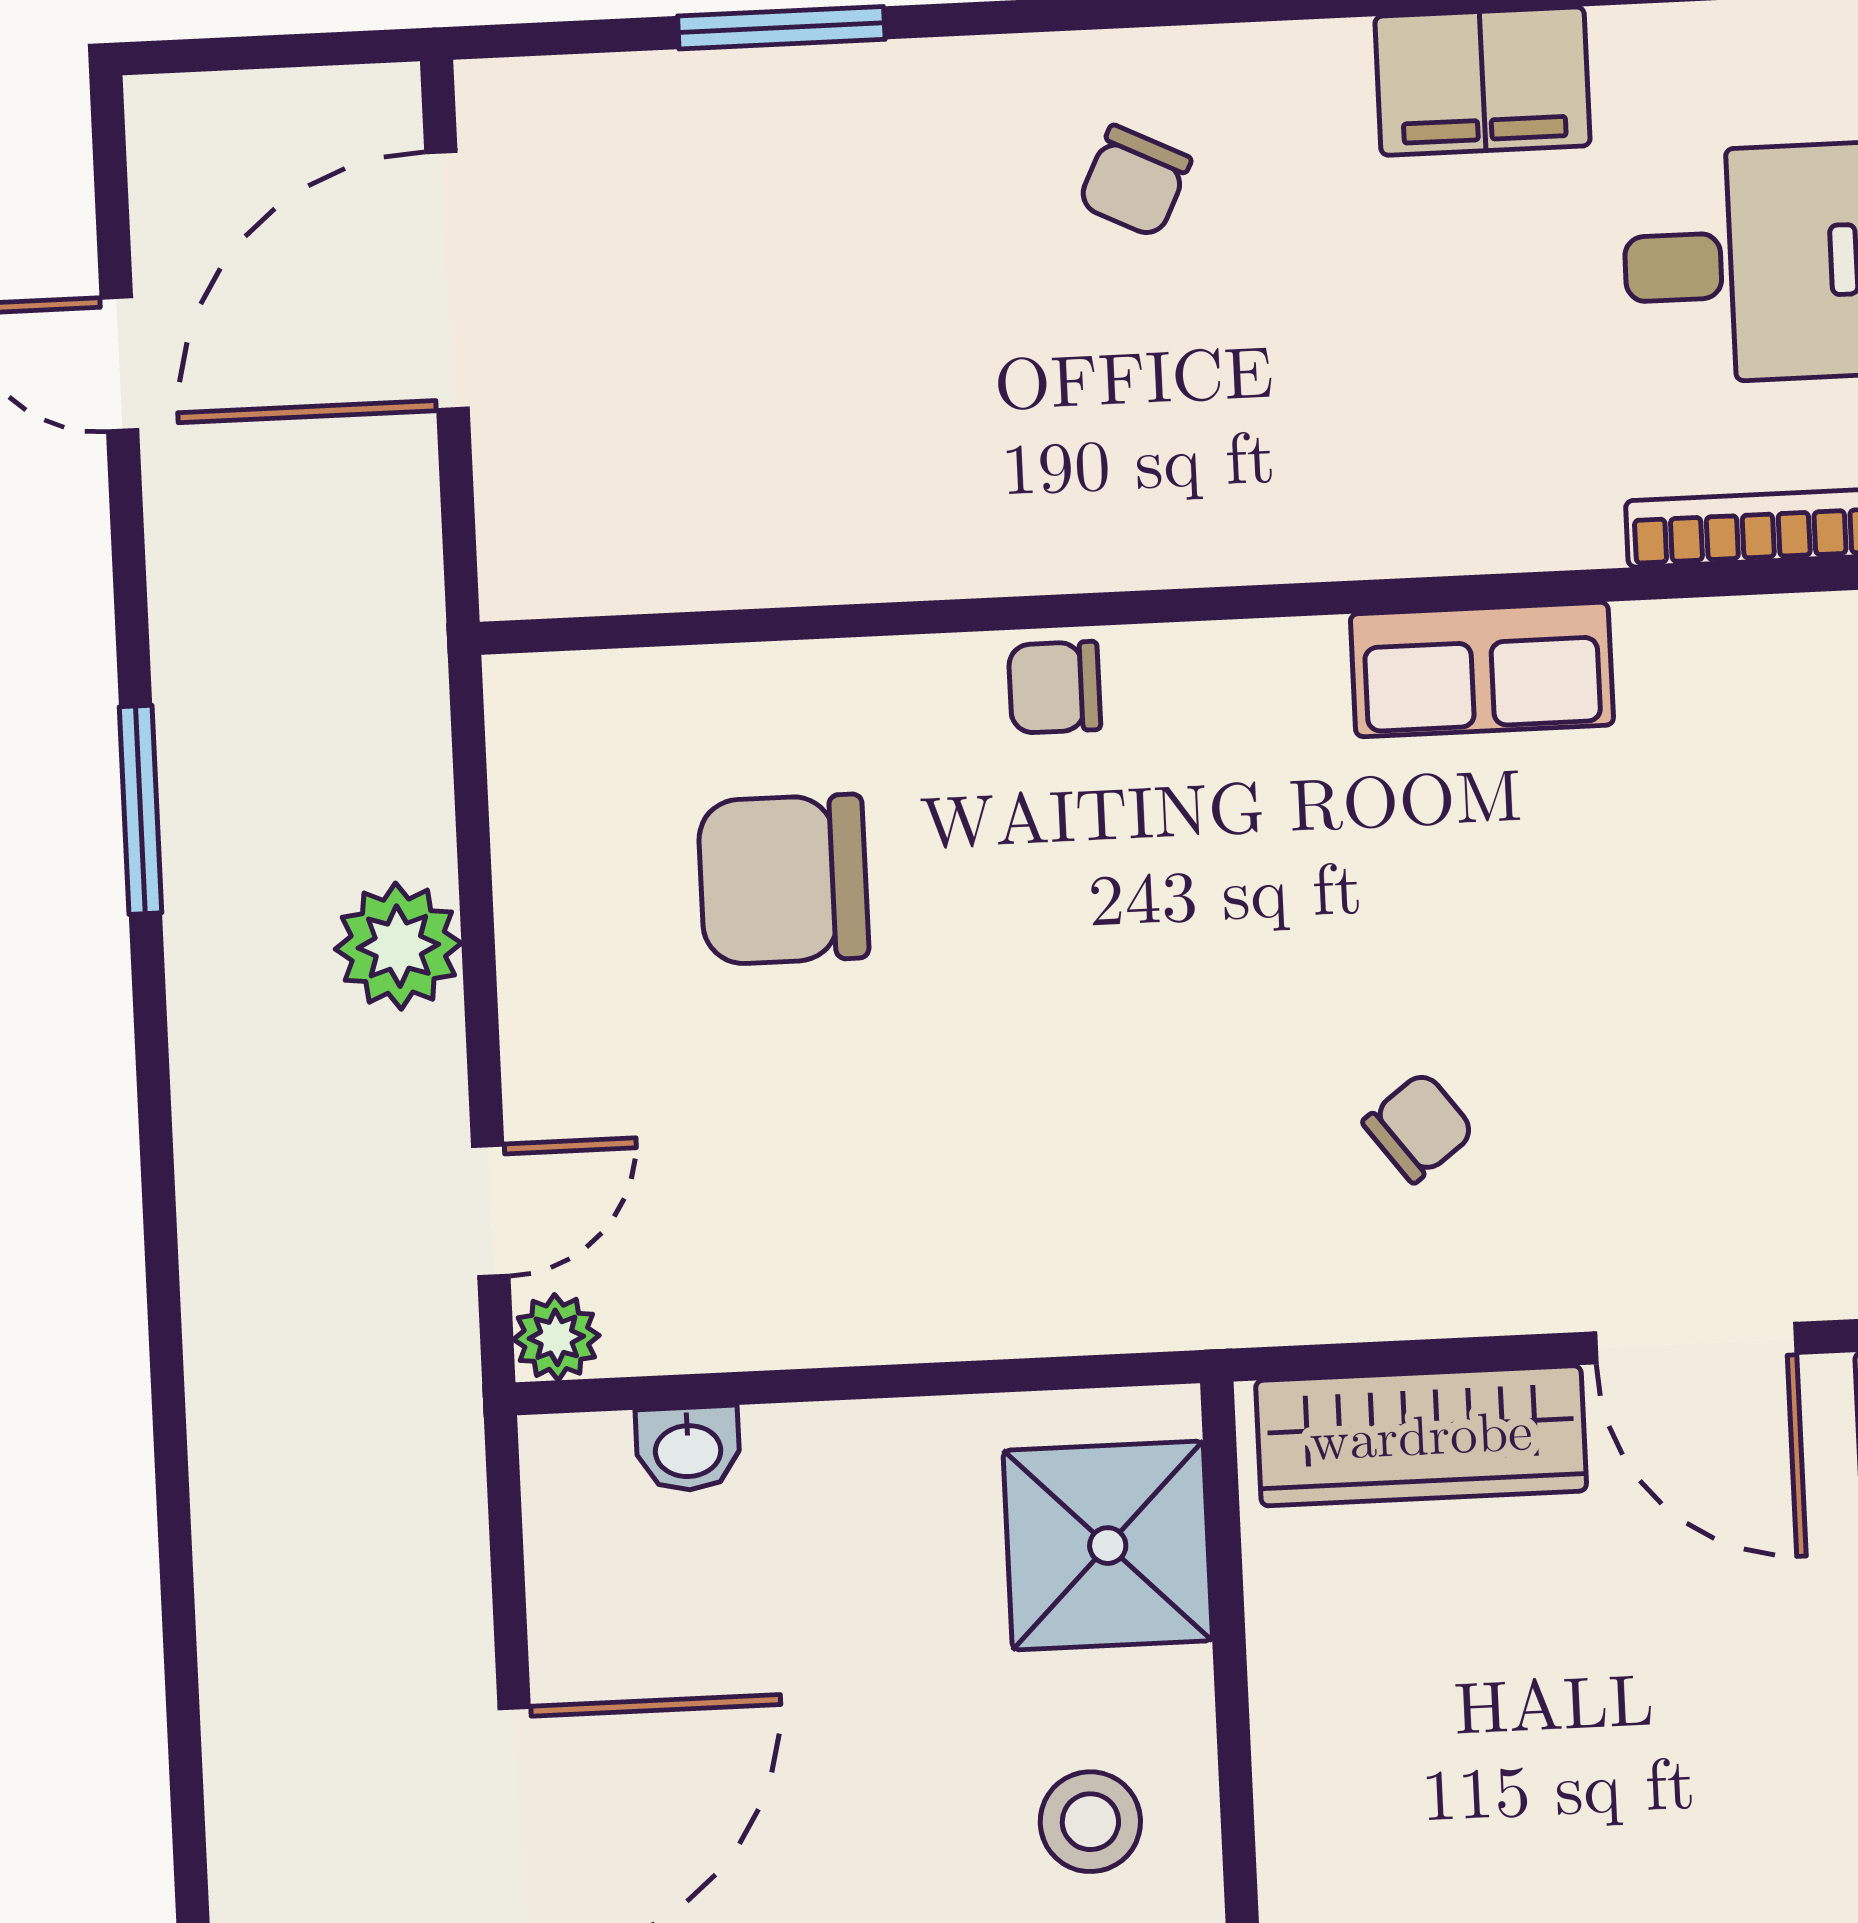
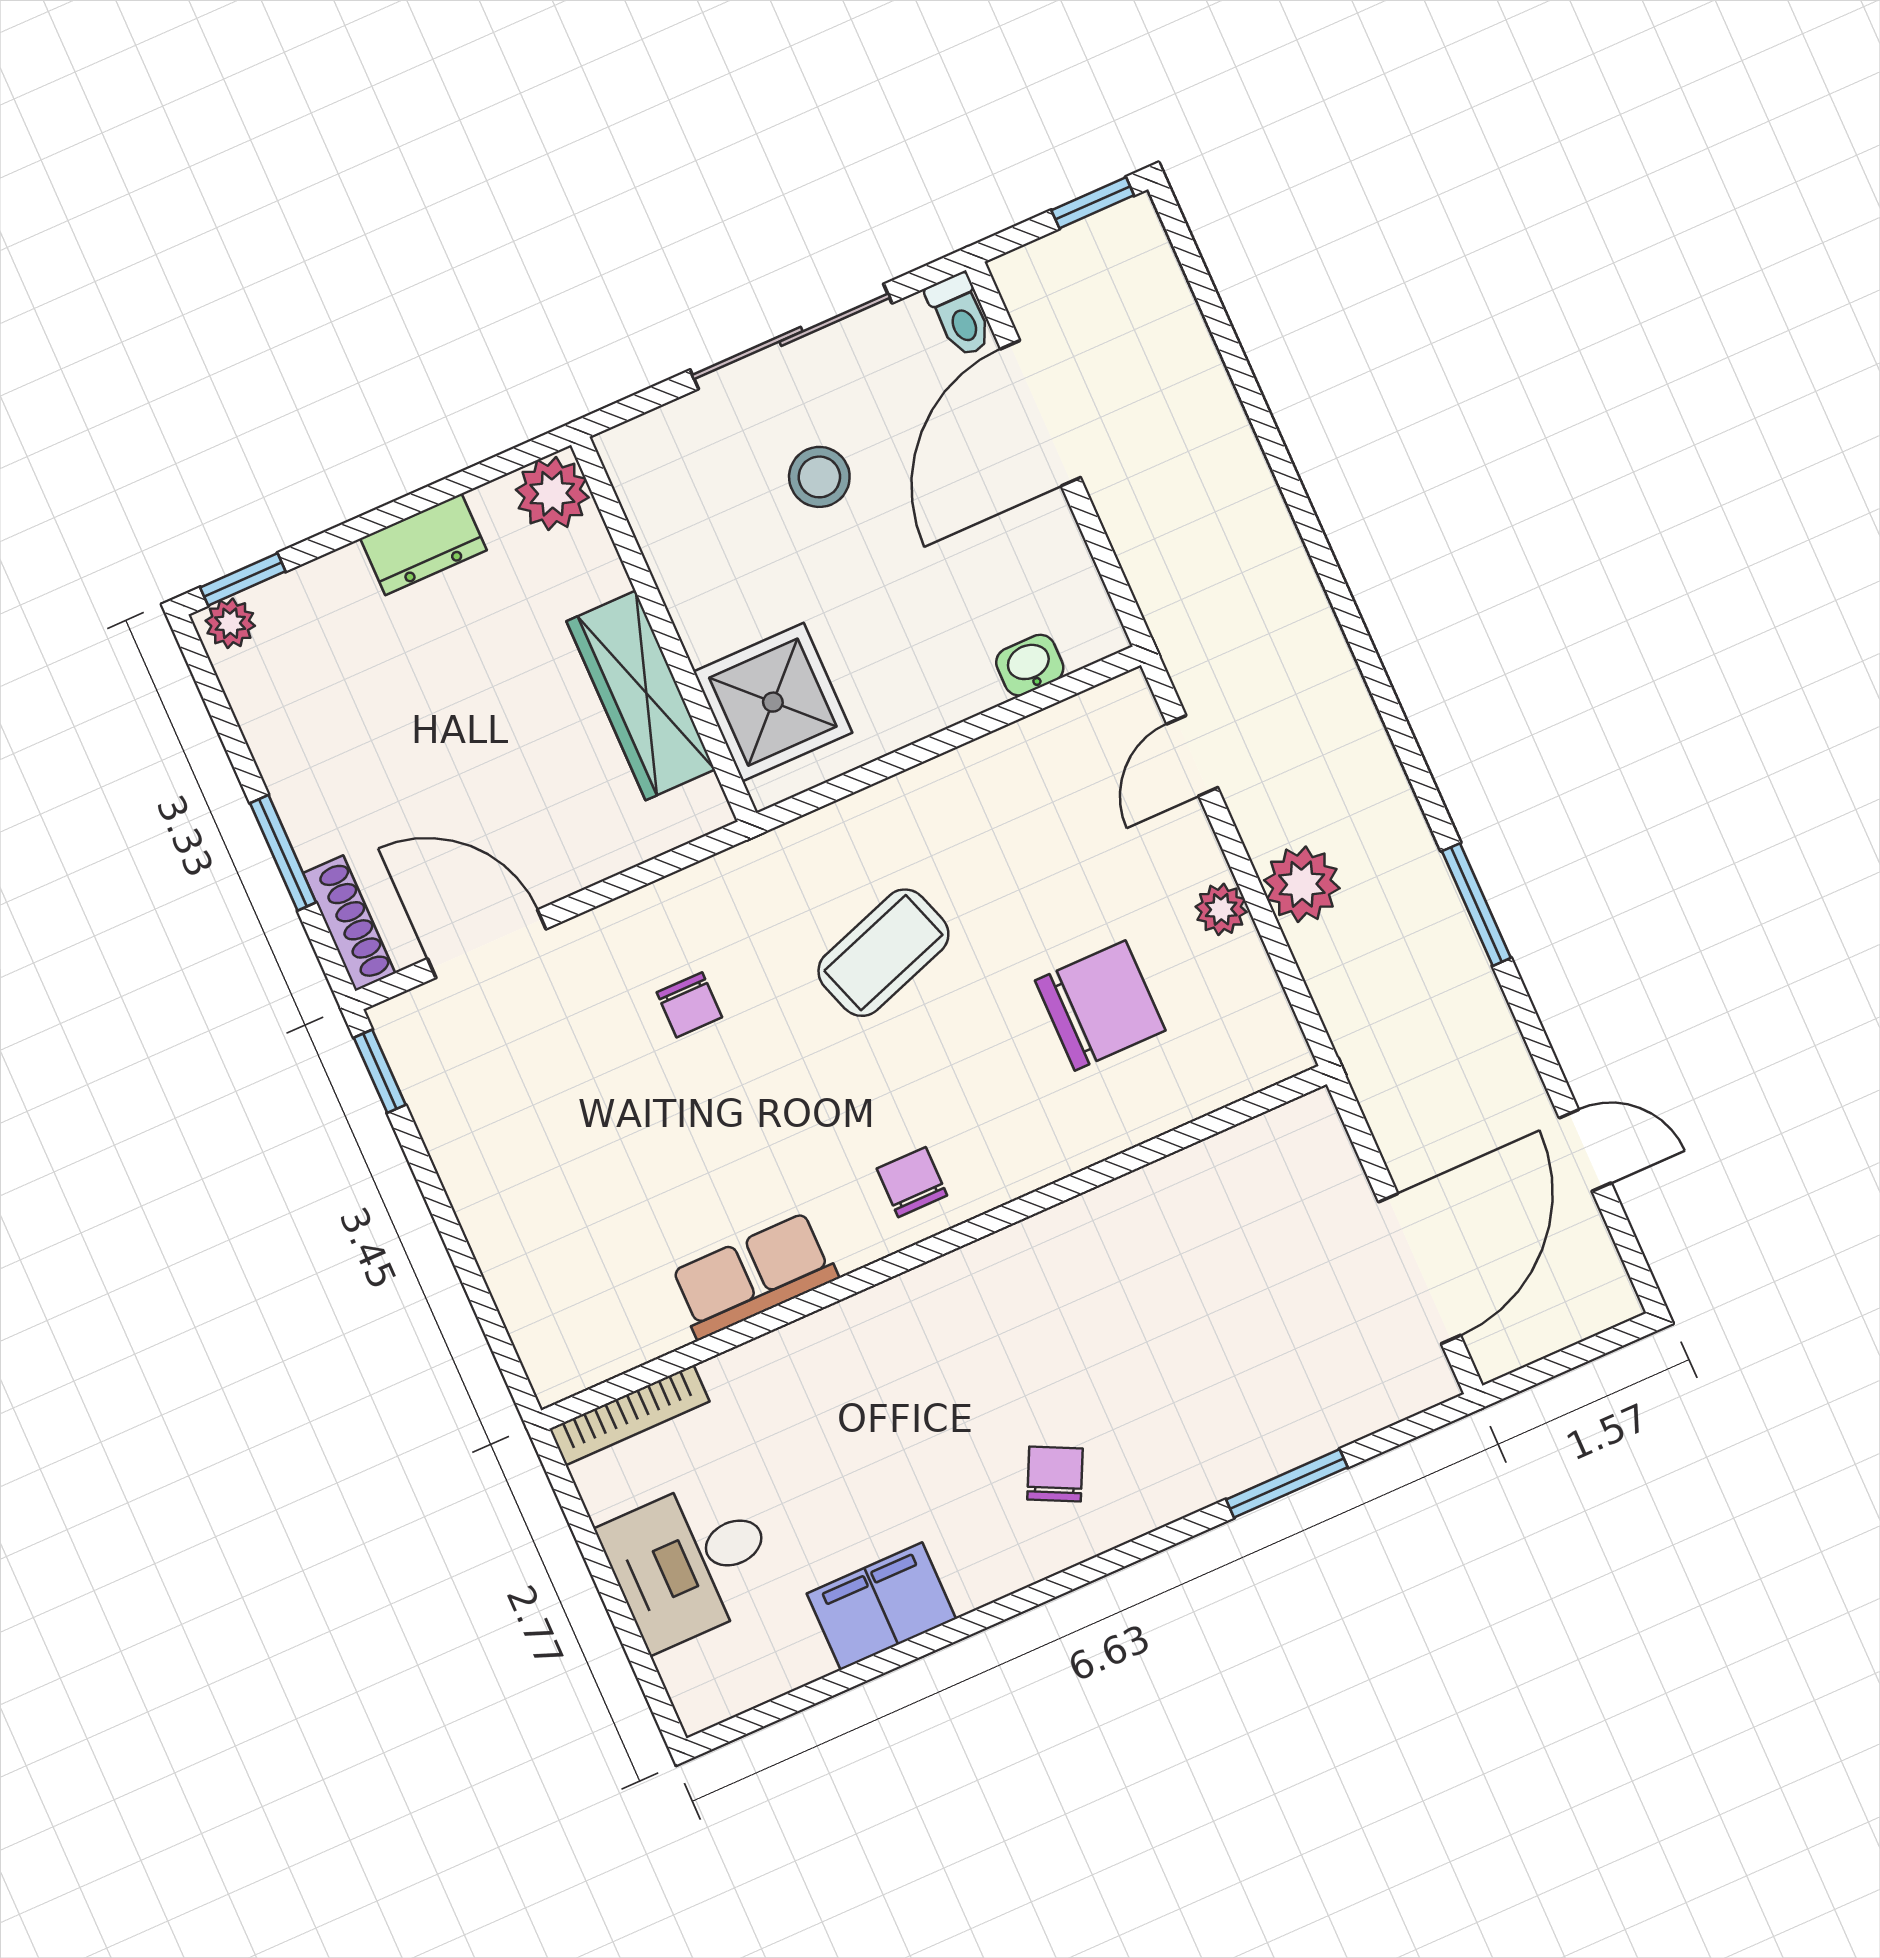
chair: (1055, 687) -> (912, 1182), moved, turned -90
coffee table: (1087, 1091) -> (883, 953), added
chair: (1419, 1127) -> (689, 1005), turned -53
plant: (556, 1337) -> (1221, 909), moved
wardrobe: (1421, 1436) -> (641, 695), moved, turned -90
stool: (1090, 1822) -> (819, 477), moved

